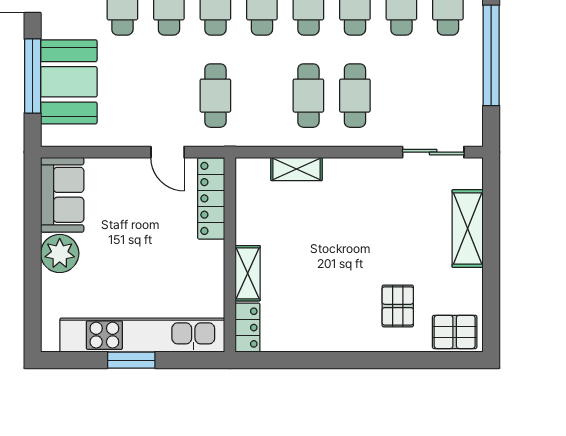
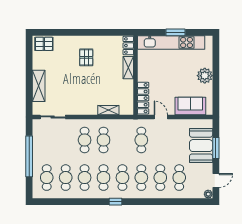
window: (33, 76) -> (216, 148), width x0.69
sofa: (62, 195) -> (190, 106), moved, turned 90
pallet: (398, 306) -> (86, 57), moved

